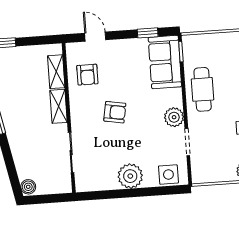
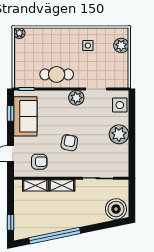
sofa: (165, 62) -> (25, 116), moved, turned -90
boiler: (28, 187) -> (116, 209), width x1.86, depth x1.86

